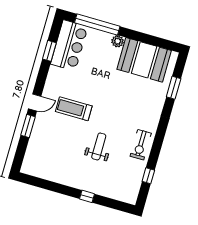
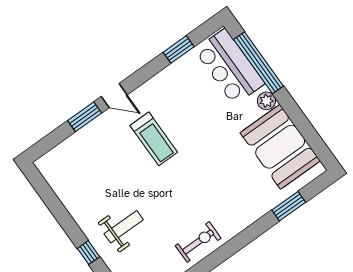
bar counter: (69, 45) -> (230, 67), moved, turned 90
treadmill: (74, 109) -> (154, 139), turned 180
exercise bike: (141, 145) -> (198, 242), turned 180
weight bench: (99, 146) -> (124, 227), moved

